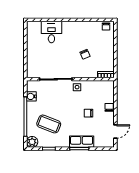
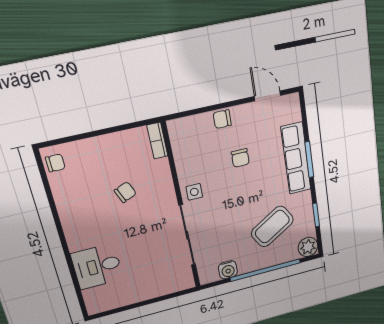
coffee table: (49, 124) -> (272, 227), turned 38
row of seats: (82, 142) -> (296, 158), width x1.48

